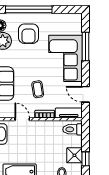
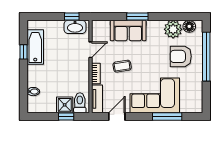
shower: (74, 155) -> (65, 105), moved
window: (86, 159) -> (66, 117), moved

